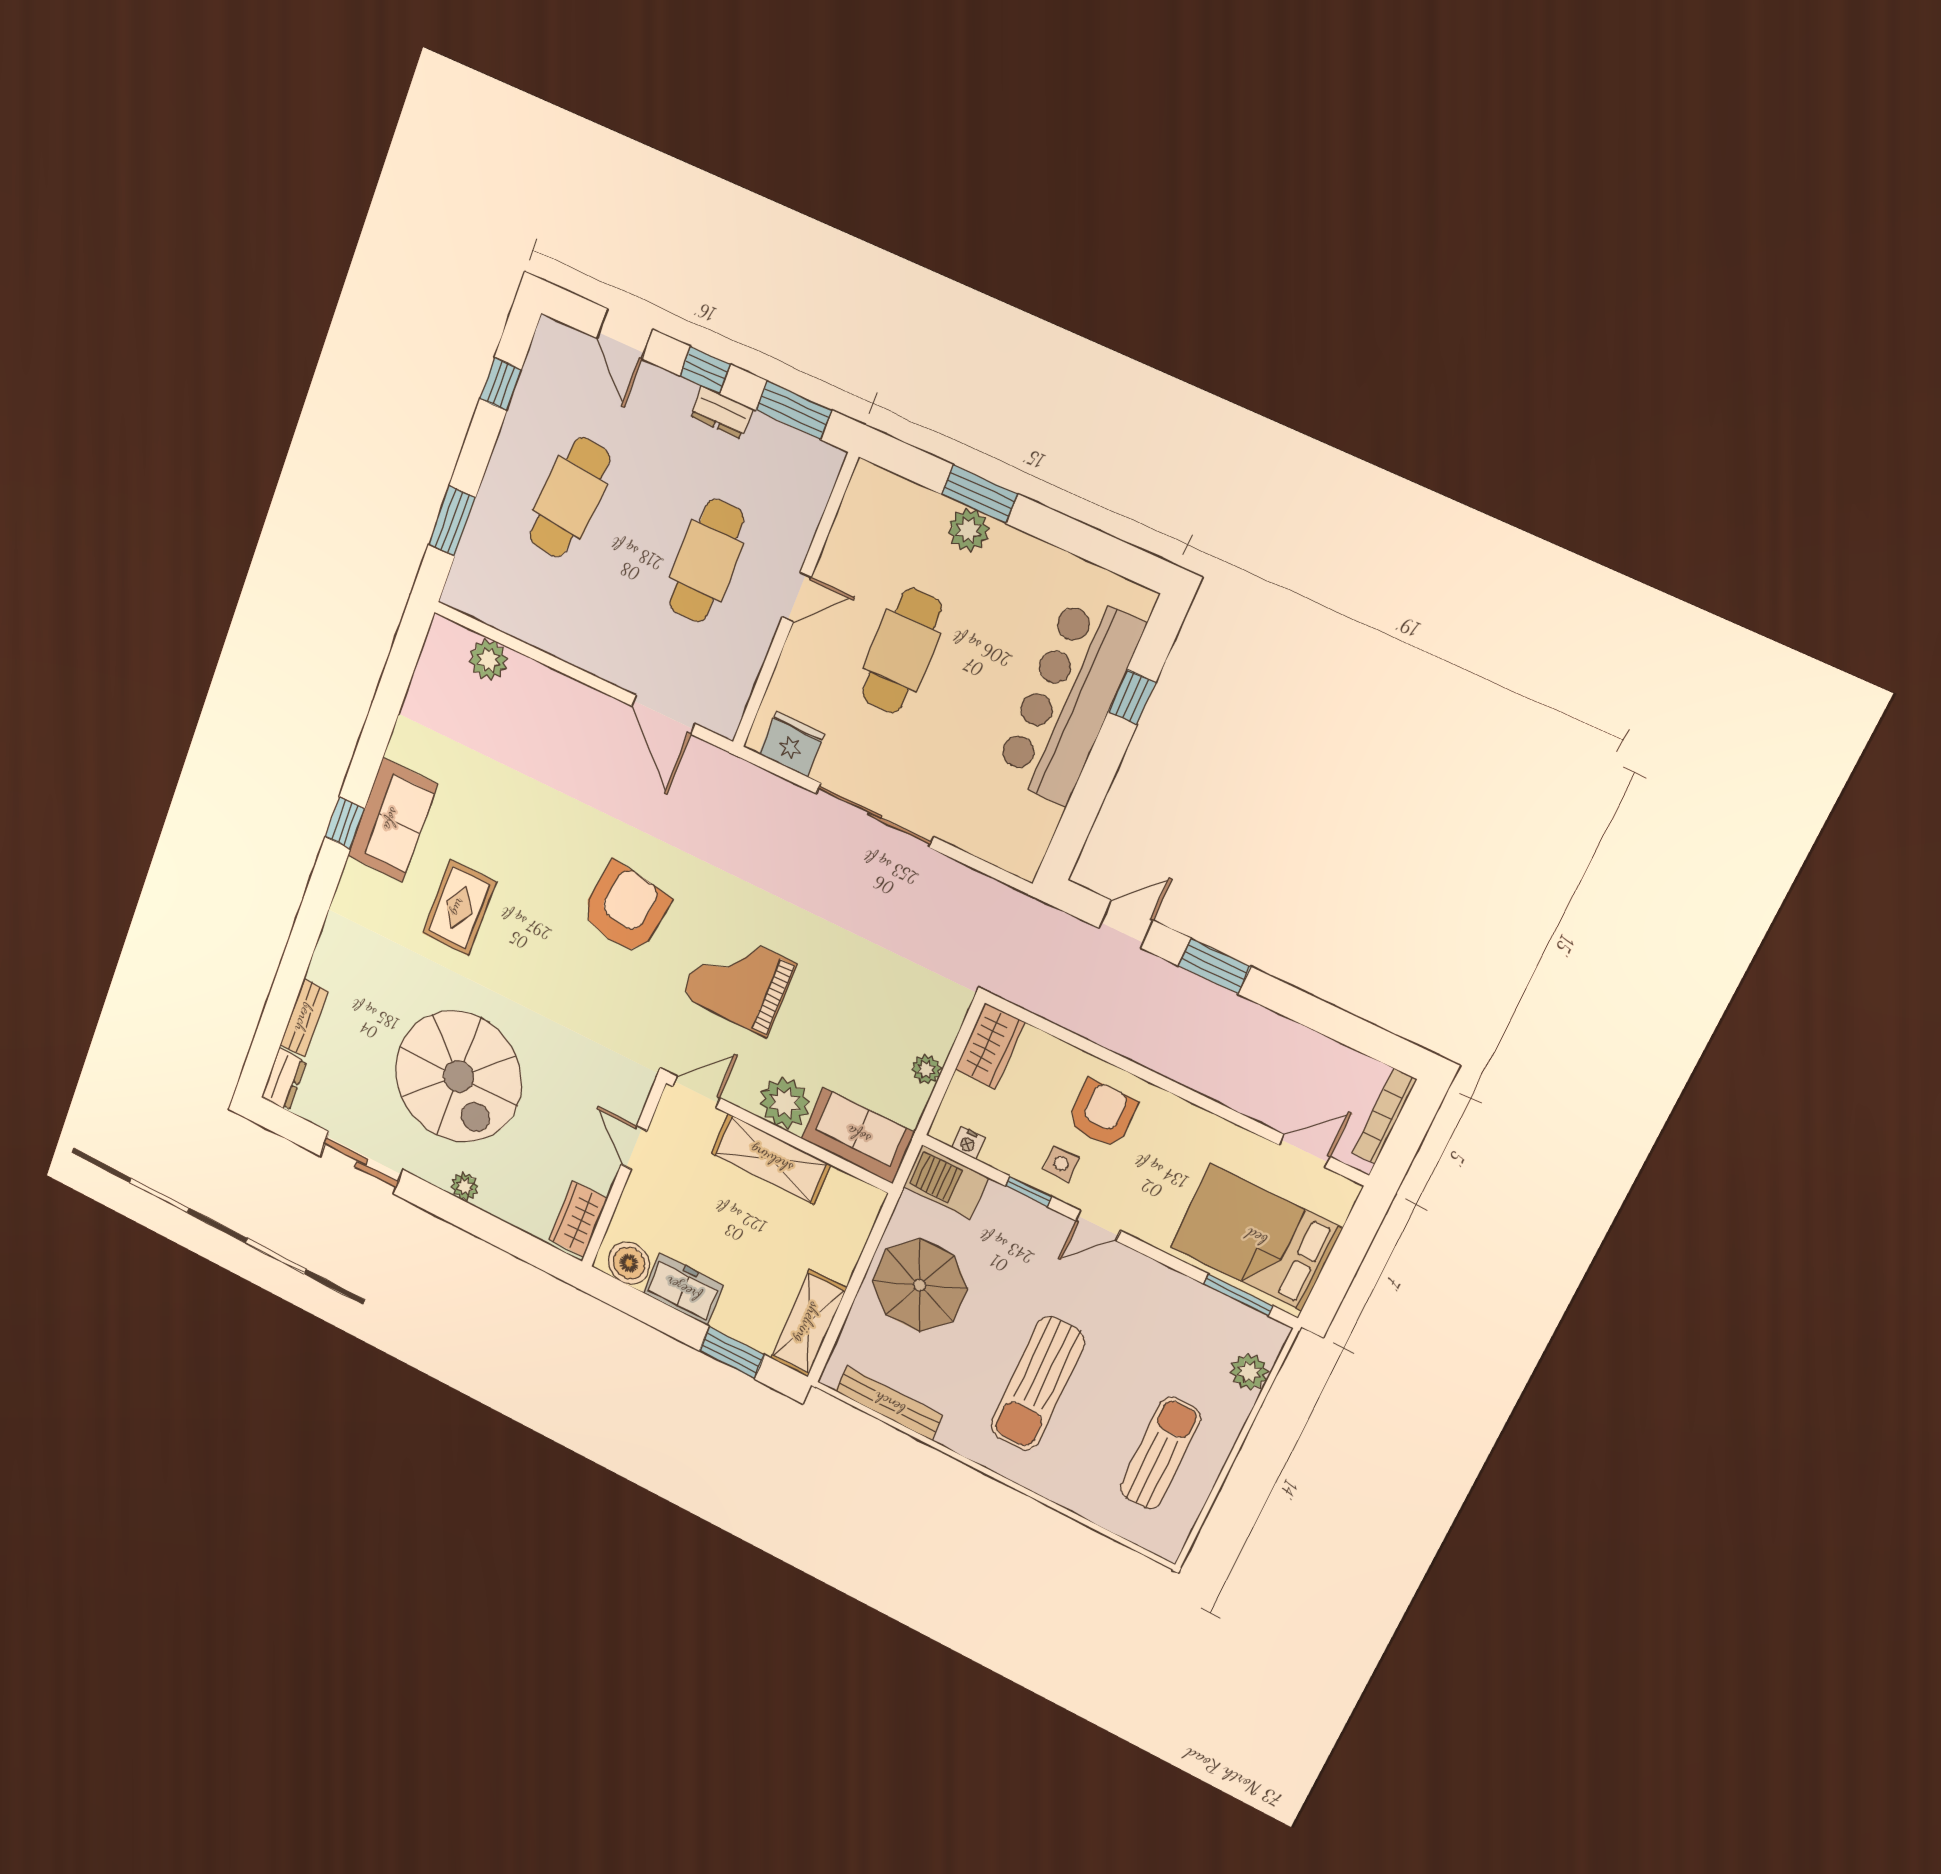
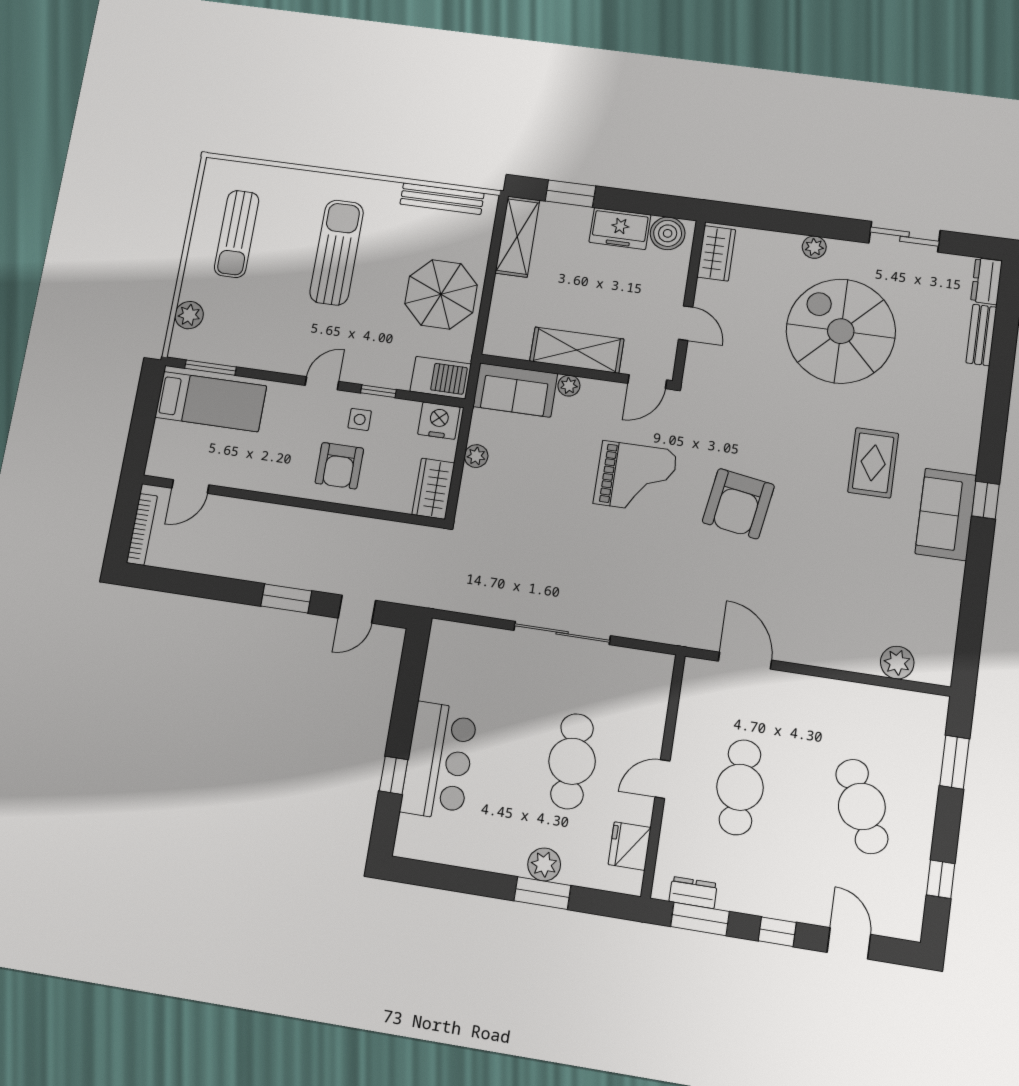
dresser: (721, 413) -> (693, 893), moved
cafe table: (570, 497) -> (862, 806), turned -30
bar counter: (1069, 699) -> (439, 761), width x0.73
fridge: (792, 744) -> (630, 846), moved, turned 90
plant: (785, 1103) -> (569, 386), width x0.53, depth x0.53
nightstand: (968, 1143) -> (439, 421), width x1.89, depth x1.79
bed: (1256, 1237) -> (211, 402), width x0.67

